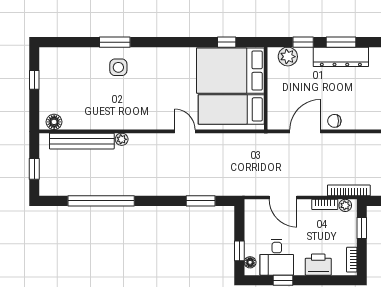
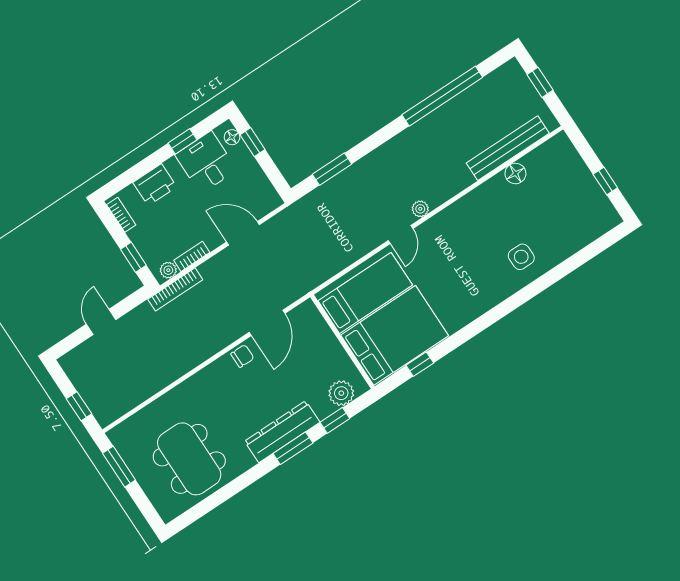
window: (115, 42) -> (544, 282), removed
floor lamp: (54, 122) -> (515, 174), moved
door: (185, 131) -> (401, 235), hinge flipped
plant: (122, 139) -> (420, 209), moved

